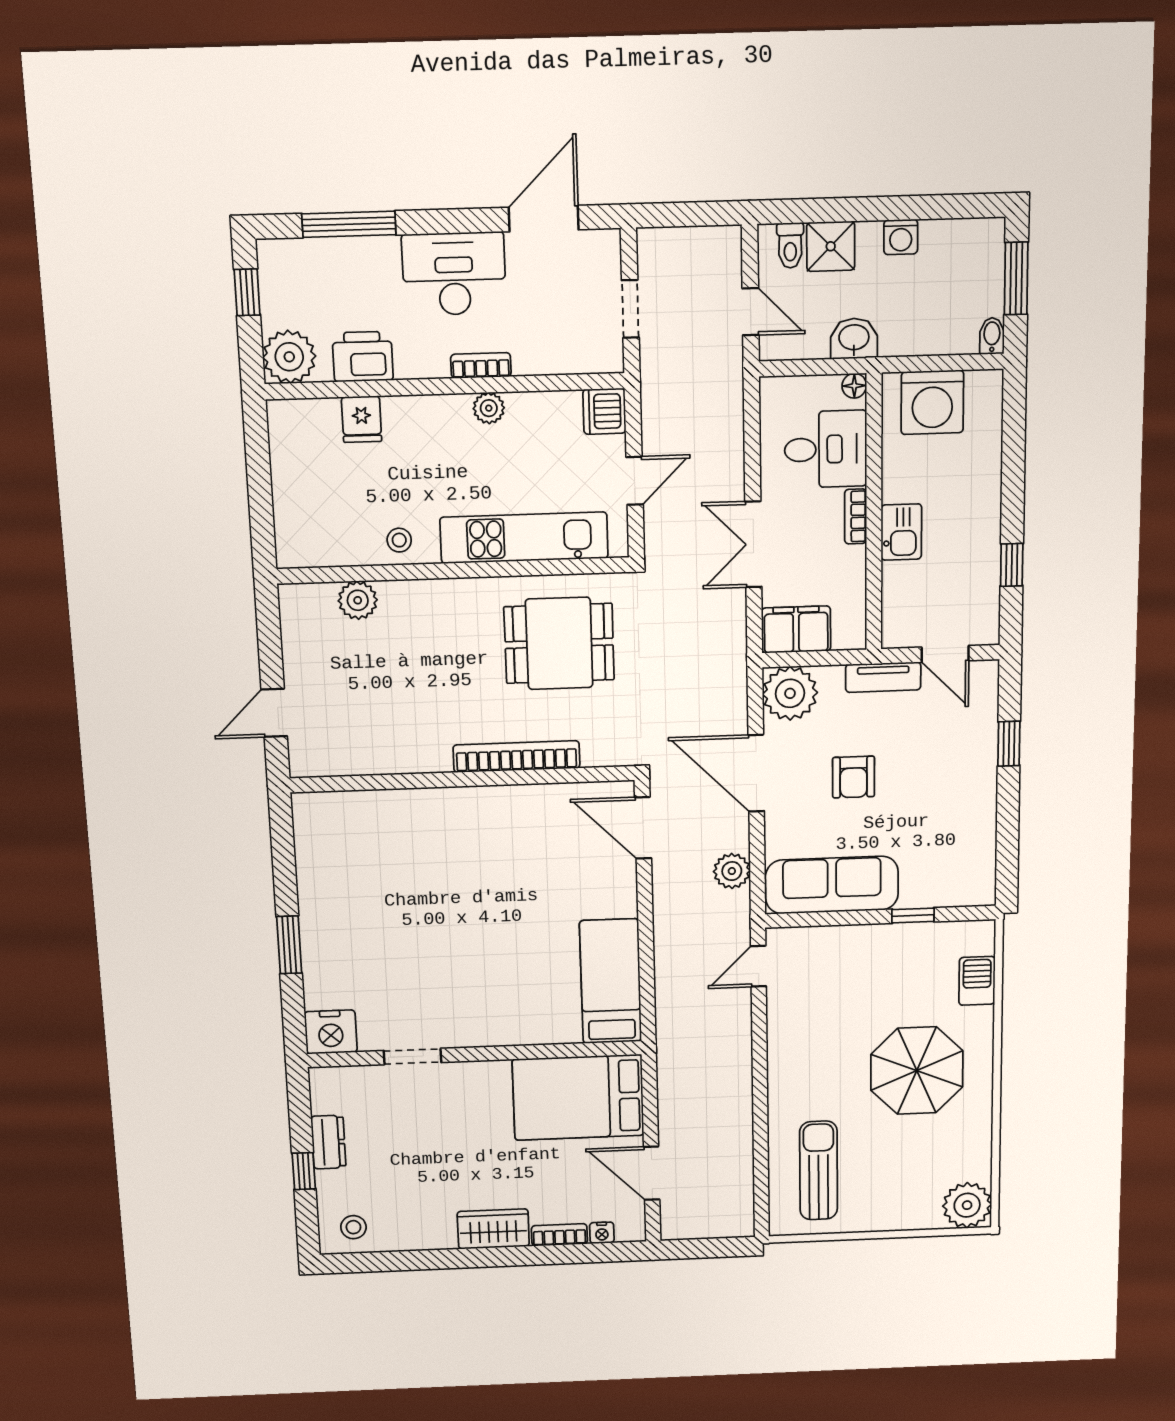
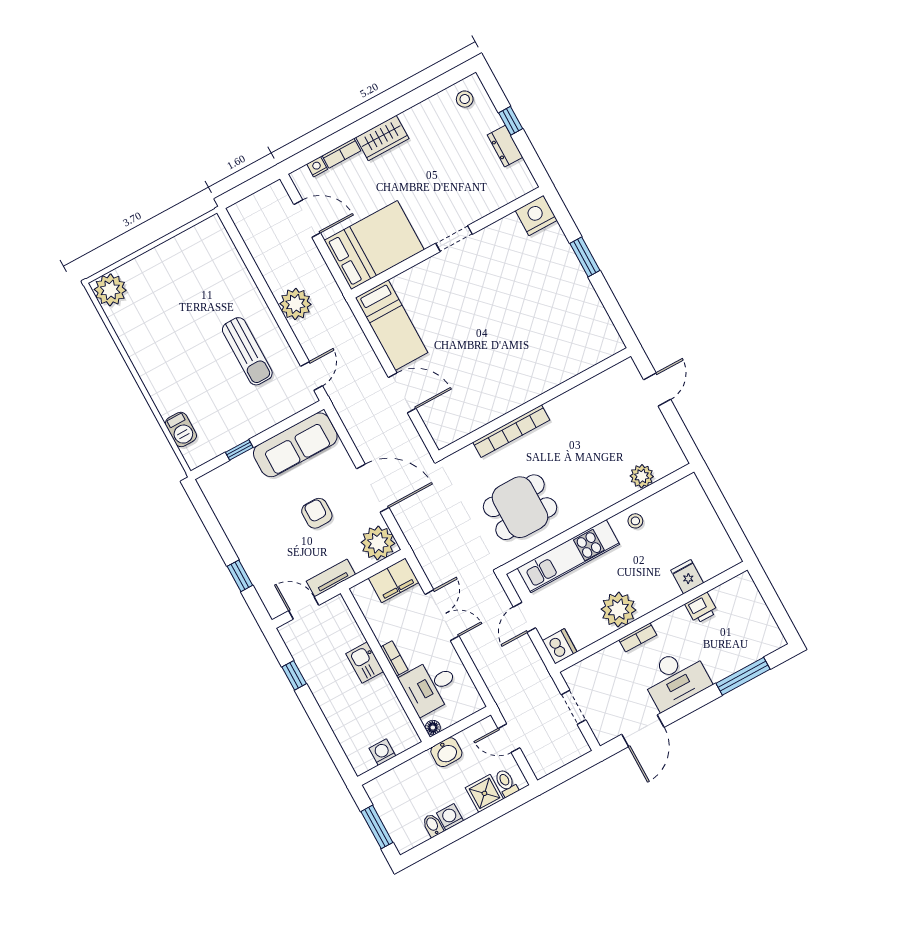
window: (247, 292) -> (779, 614), removed
bidet: (992, 336) -> (433, 825), moved, turned 180
plant: (289, 357) -> (741, 591), removed
printer: (363, 357) -> (701, 608), width x0.73, depth x0.81
washing machine: (932, 402) -> (382, 752), width x0.53, depth x0.53
plant: (489, 408) -> (618, 610), width x1.87, depth x1.87
door: (643, 828) -> (402, 393), moved
plant: (732, 871) -> (295, 304), moved, width x1.36, depth x1.36
doorway: (413, 1057) -> (454, 239), moved
parasol: (917, 1071) -> (186, 358), removed
sun lounger: (819, 1171) -> (247, 351), moved

